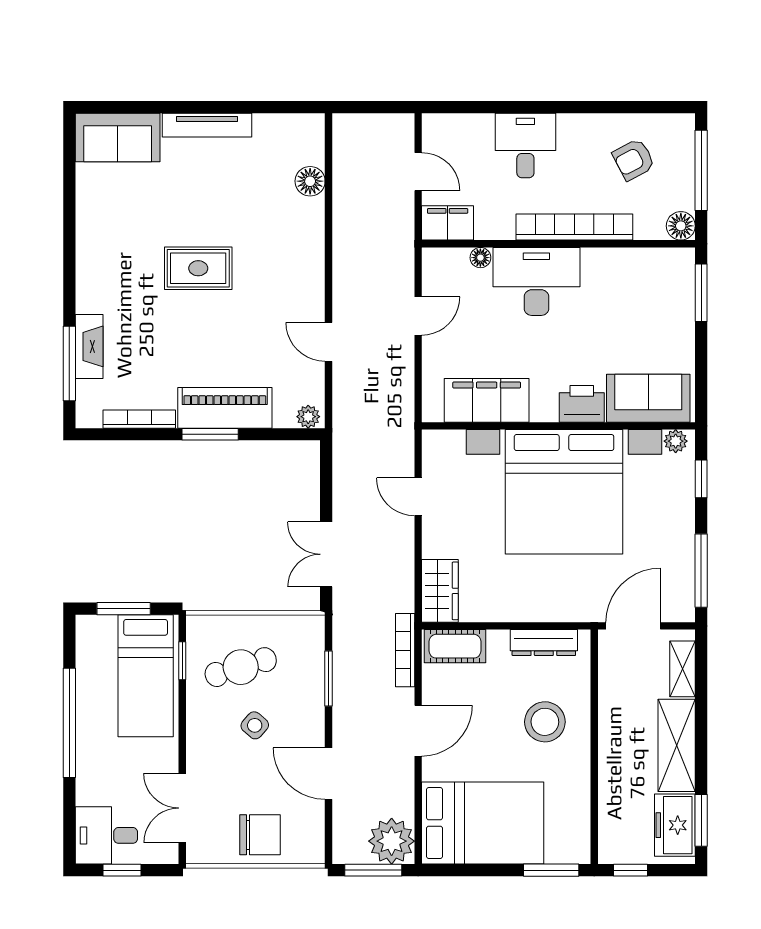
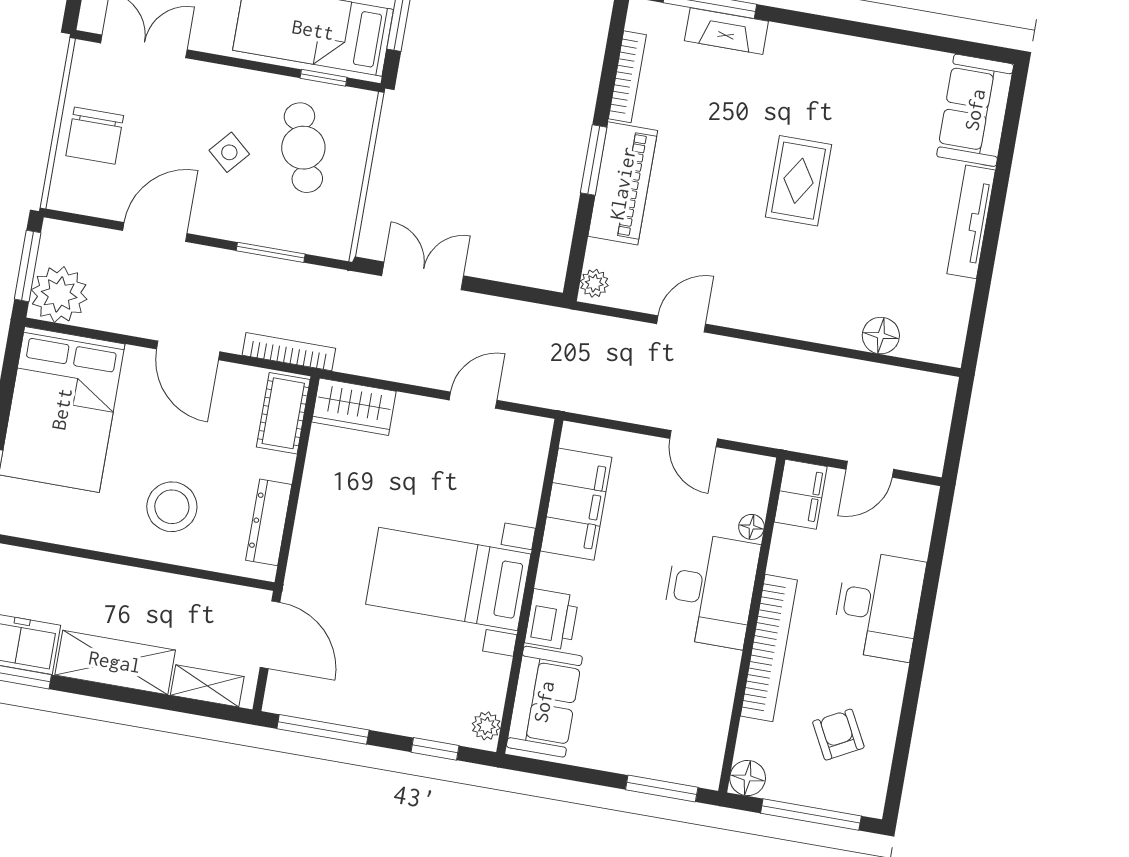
desk: (525, 145) -> (879, 606), width x1.37
bed with nightstands: (564, 492) -> (448, 579), width x0.54

